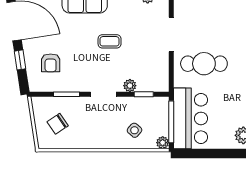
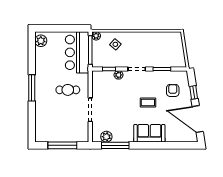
coffee table: (110, 41) -> (148, 103), moved
cafe table: (204, 64) -> (68, 90), width x0.73, depth x0.74
chair: (58, 124) -> (168, 49), removed

